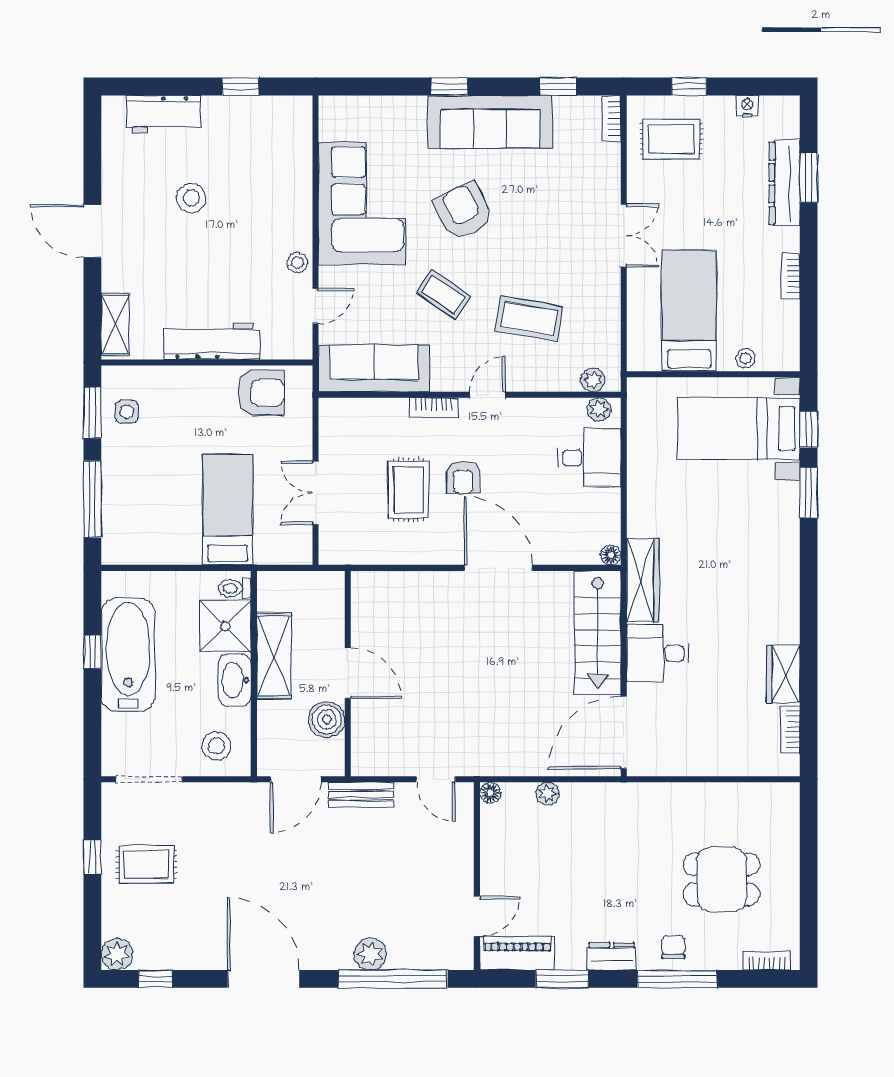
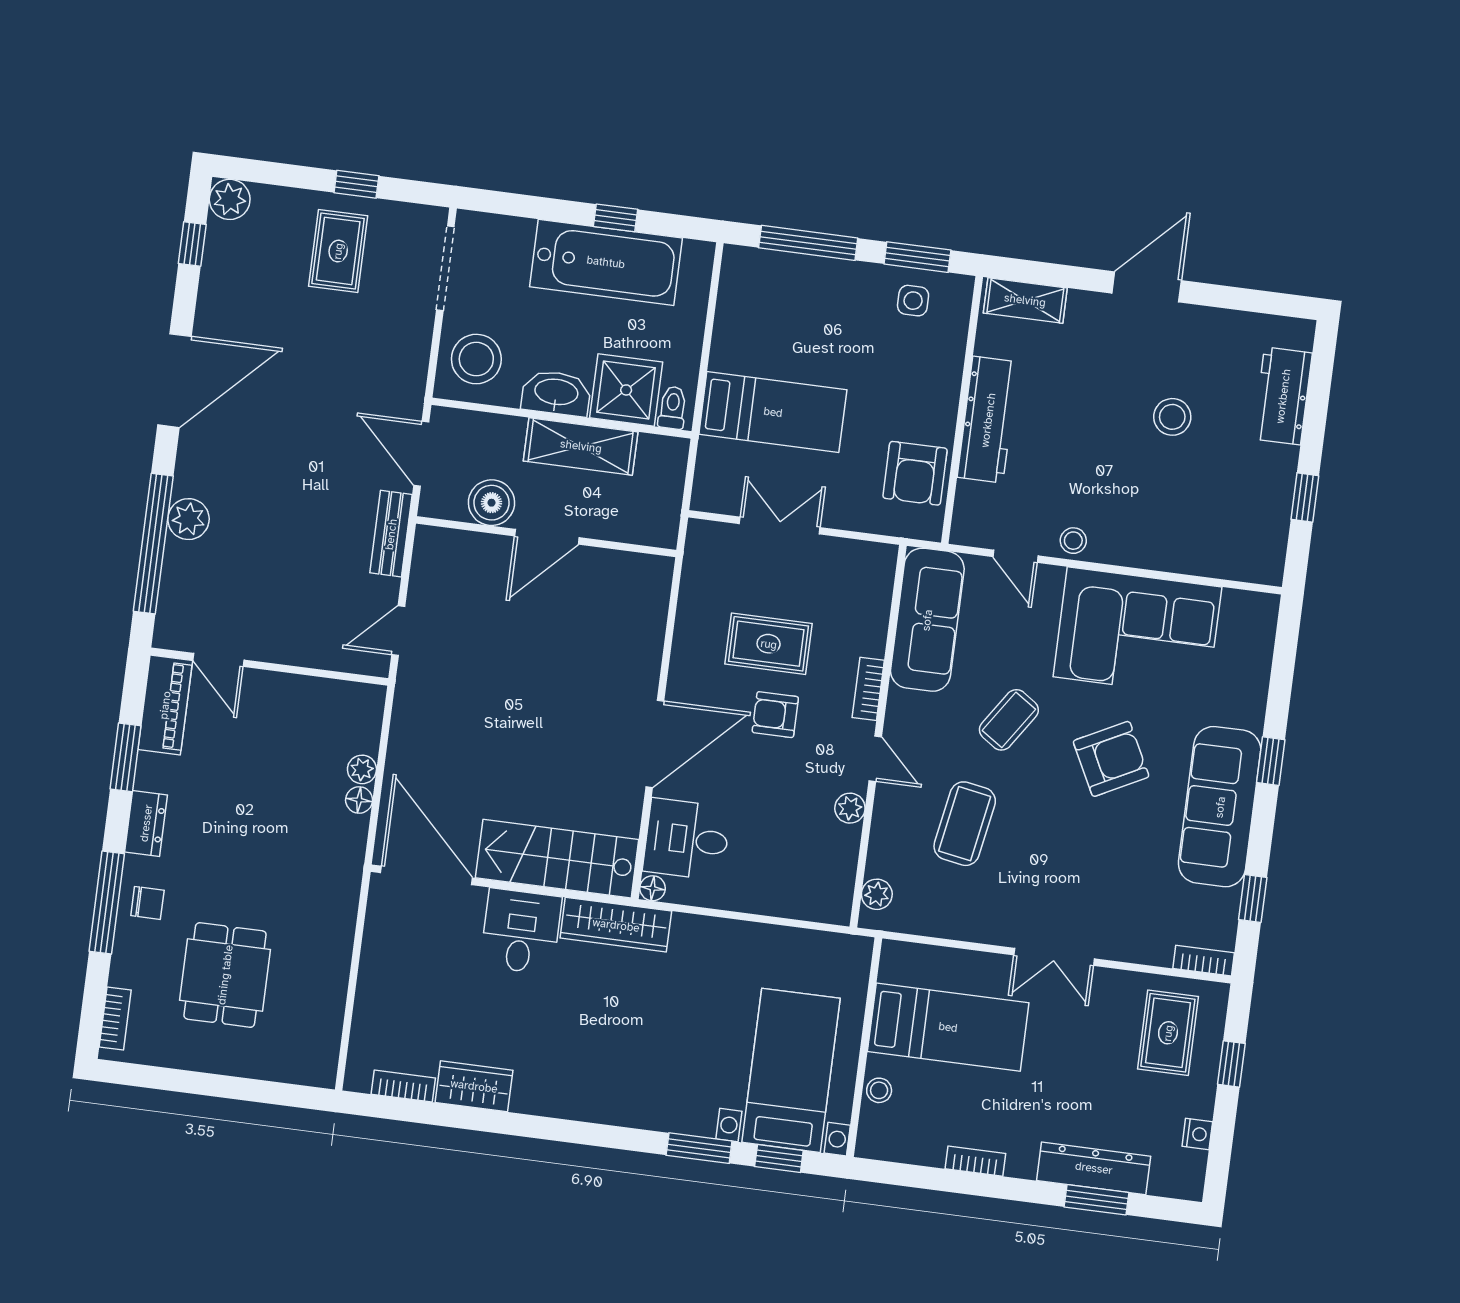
plant: (599, 409) -> (850, 808), moved
desk: (589, 458) -> (687, 839), moved, turned 90
stool: (216, 746) -> (476, 359), width x1.38, depth x1.38
floor lamp: (490, 793) -> (359, 800), moved

